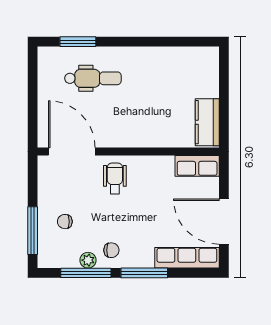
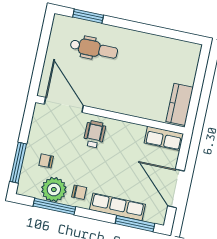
row of seats: (187, 258) -> (117, 207), moved
plant: (88, 260) -> (54, 190), width x1.87, depth x1.87
window: (144, 273) -> (135, 224), moved

